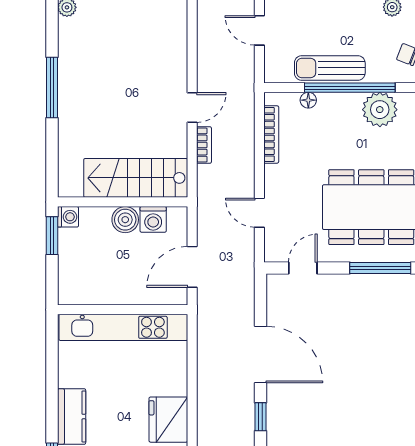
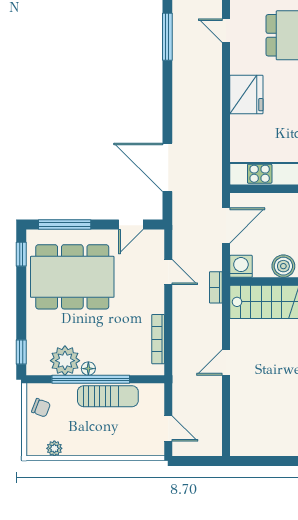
floor lamp: (308, 100) -> (88, 369), moved
bookcase: (204, 145) -> (216, 287), moved
washing machine: (153, 219) -> (241, 266), moved
door: (260, 355) -> (167, 167), moved
window: (260, 417) -> (167, 97), removed

